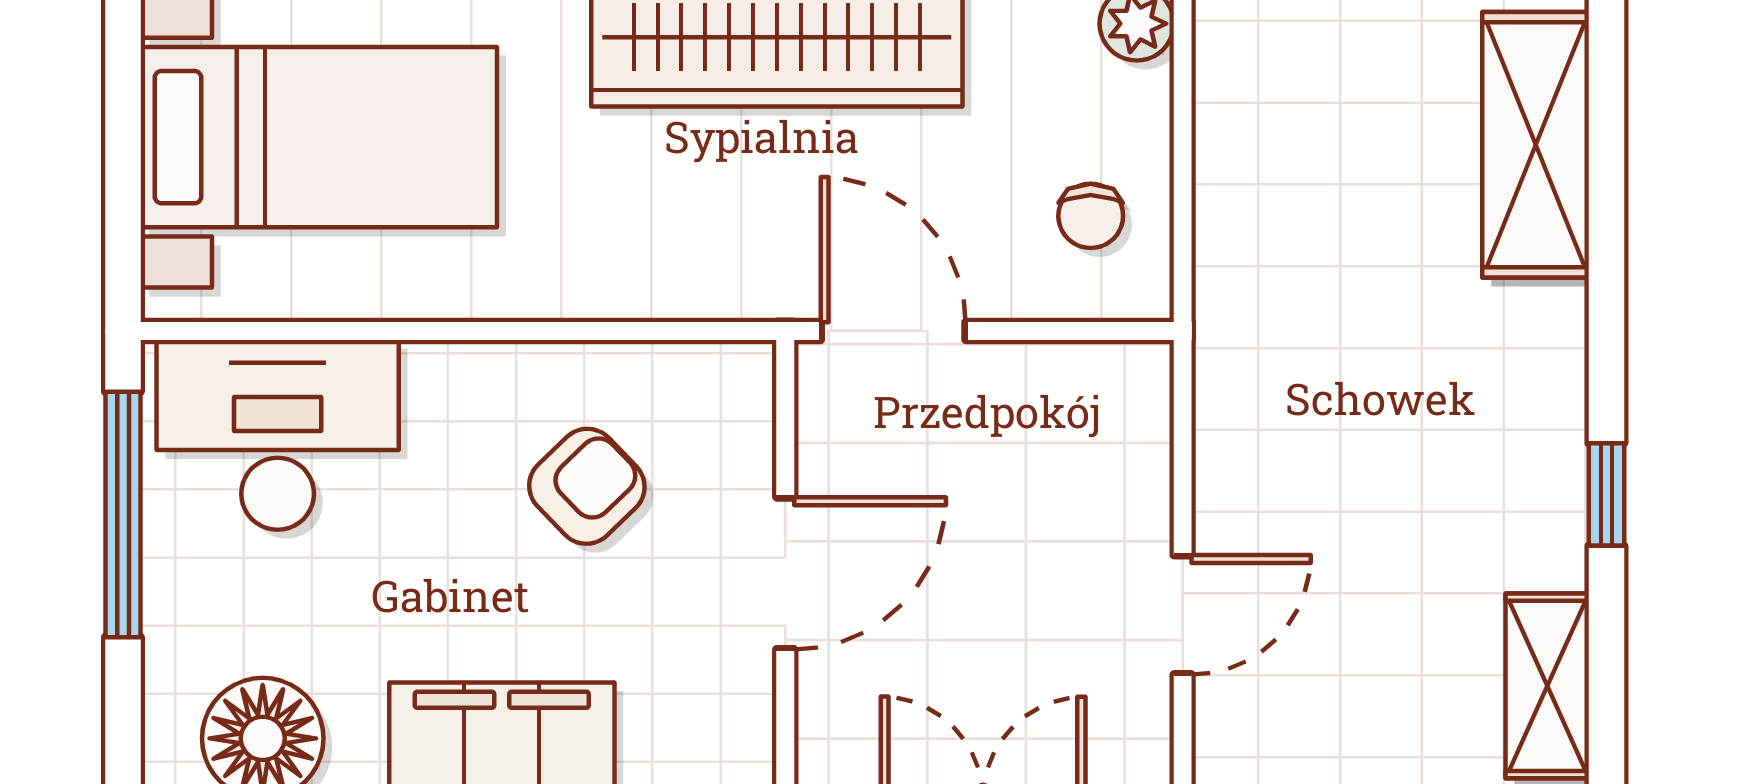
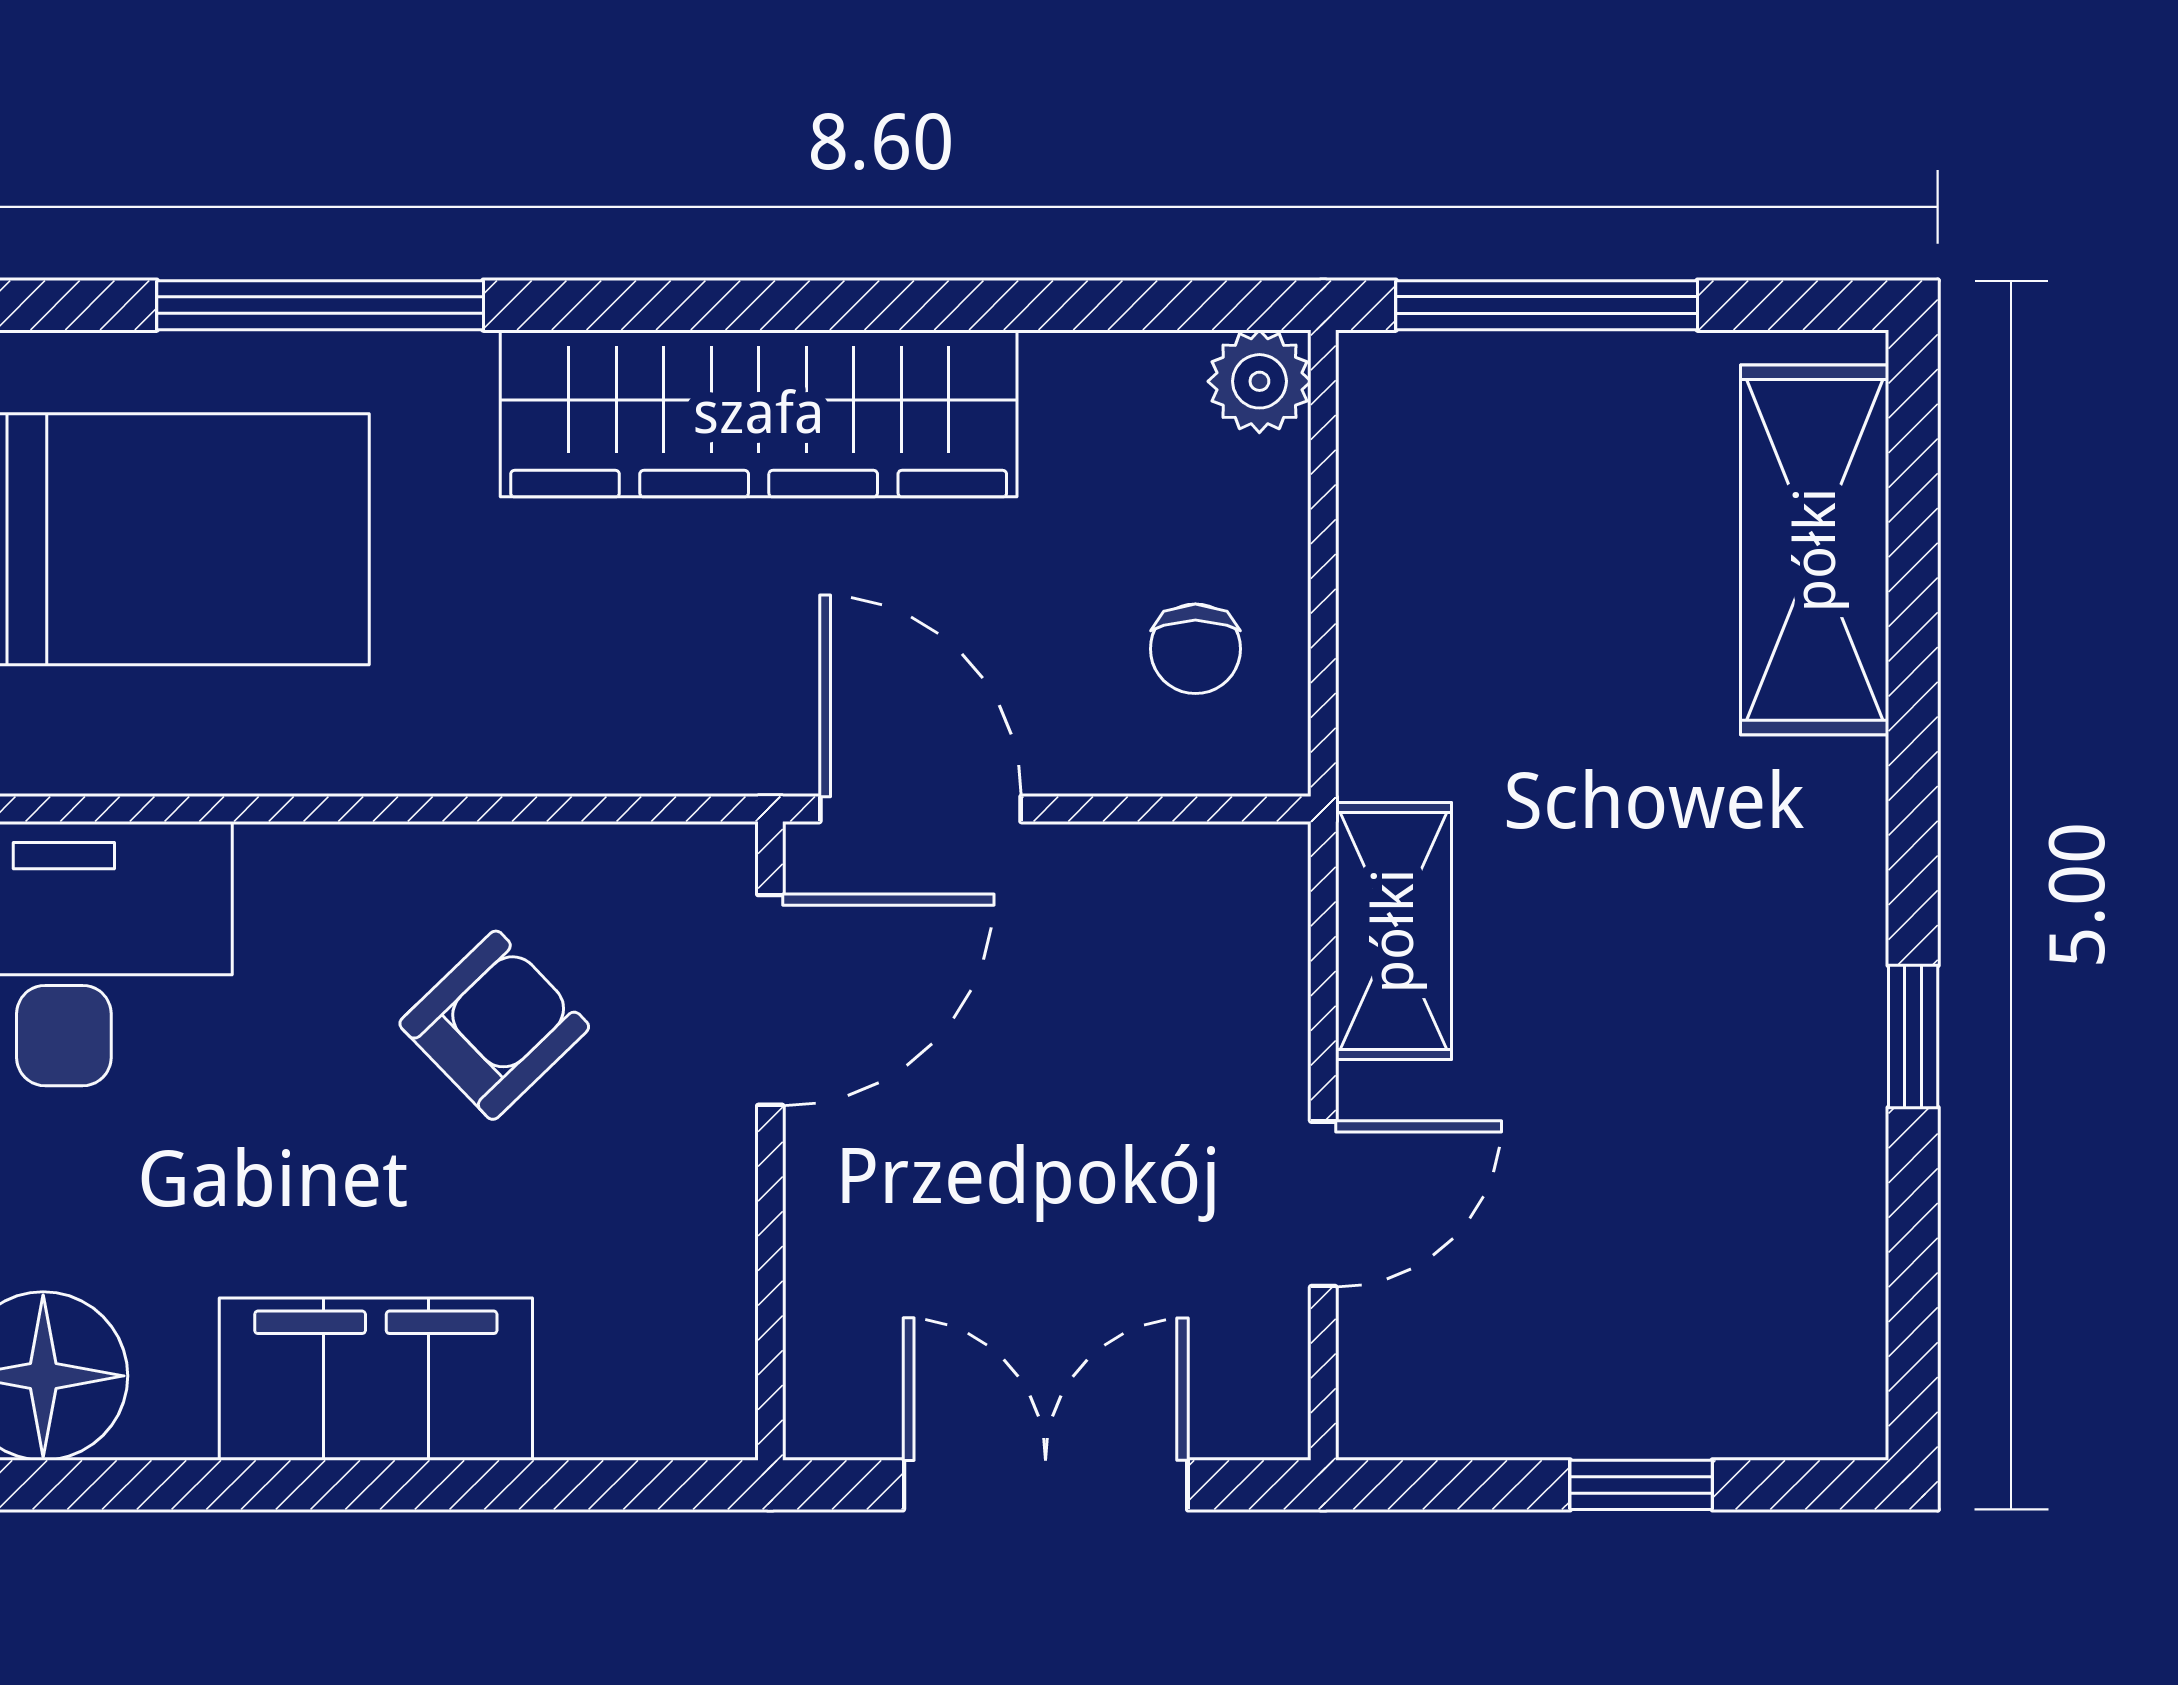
door: (785, 573) -> (770, 1000), moved
shelving: (1547, 686) -> (1393, 931), moved

